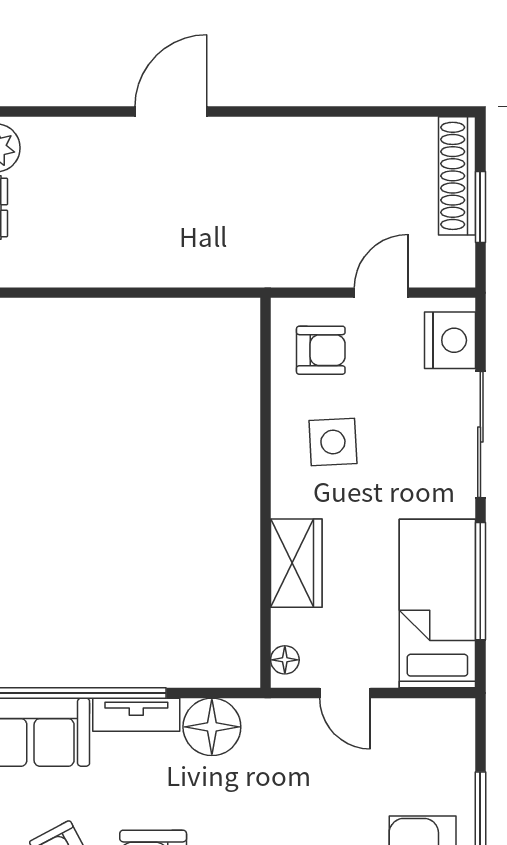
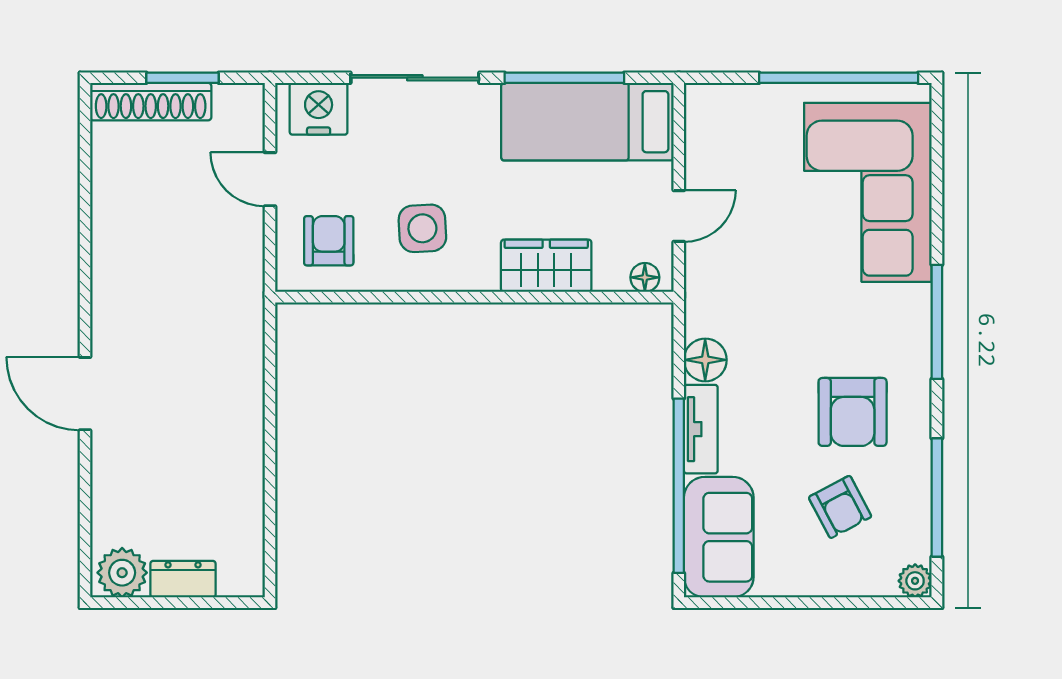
floor lamp: (212, 727) -> (705, 360), width x0.73, depth x0.73

